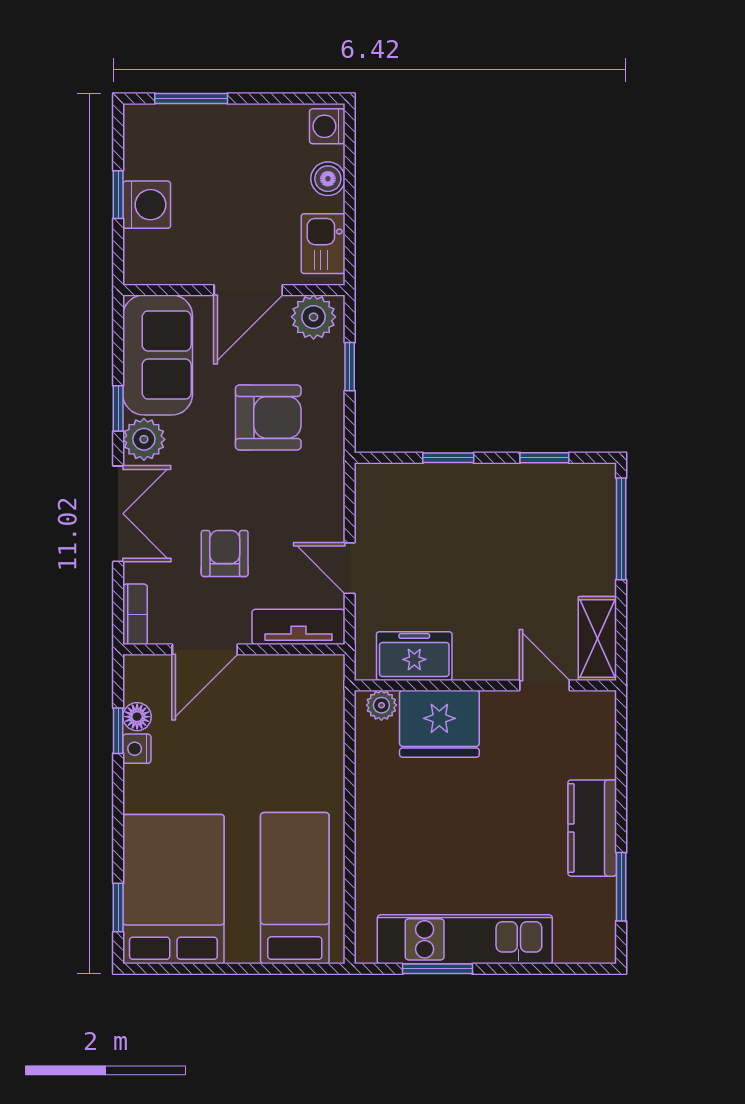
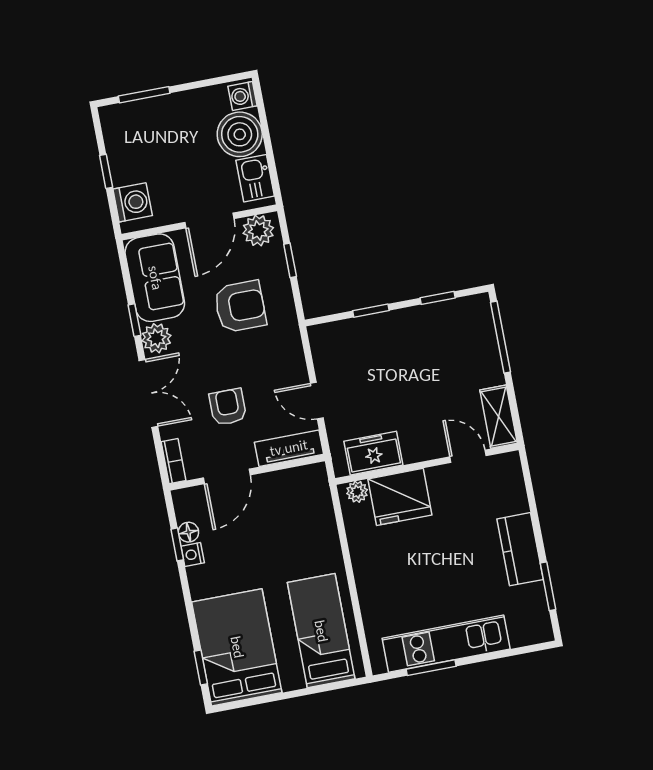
boiler: (328, 179) -> (240, 134), width x1.86, depth x1.86
washing machine: (147, 205) -> (133, 202), moved

